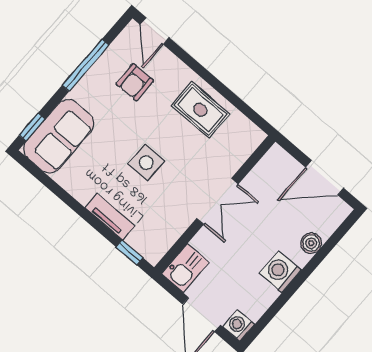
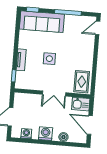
armchair: (135, 82) -> (75, 34), removed
rug: (200, 110) -> (82, 82), moved
sofa: (59, 136) -> (42, 22), width x1.36
kitchen sink: (185, 268) -> (81, 104), moved
washing machine: (239, 326) -> (26, 134), moved

